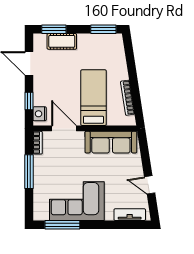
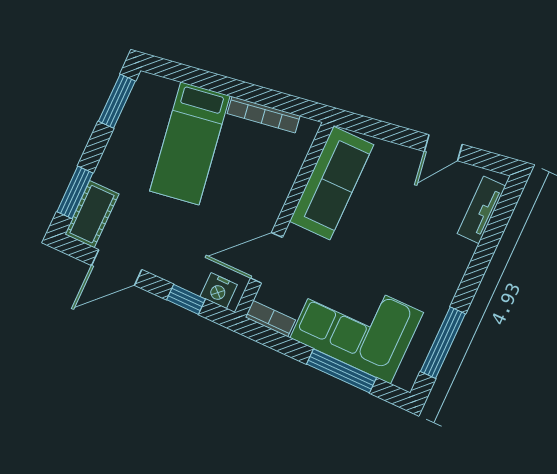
cot: (62, 41) -> (92, 214), moved
bed: (93, 98) -> (190, 143), moved, turned -99
window: (29, 172) -> (342, 371), moved
corner sofa: (77, 201) -> (357, 325), moved, turned 90

